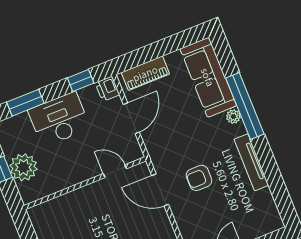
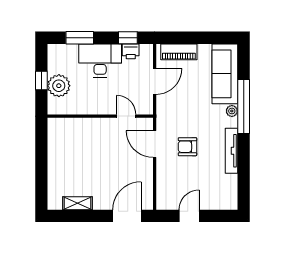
printer: (107, 89) -> (131, 51), moved, turned -90

